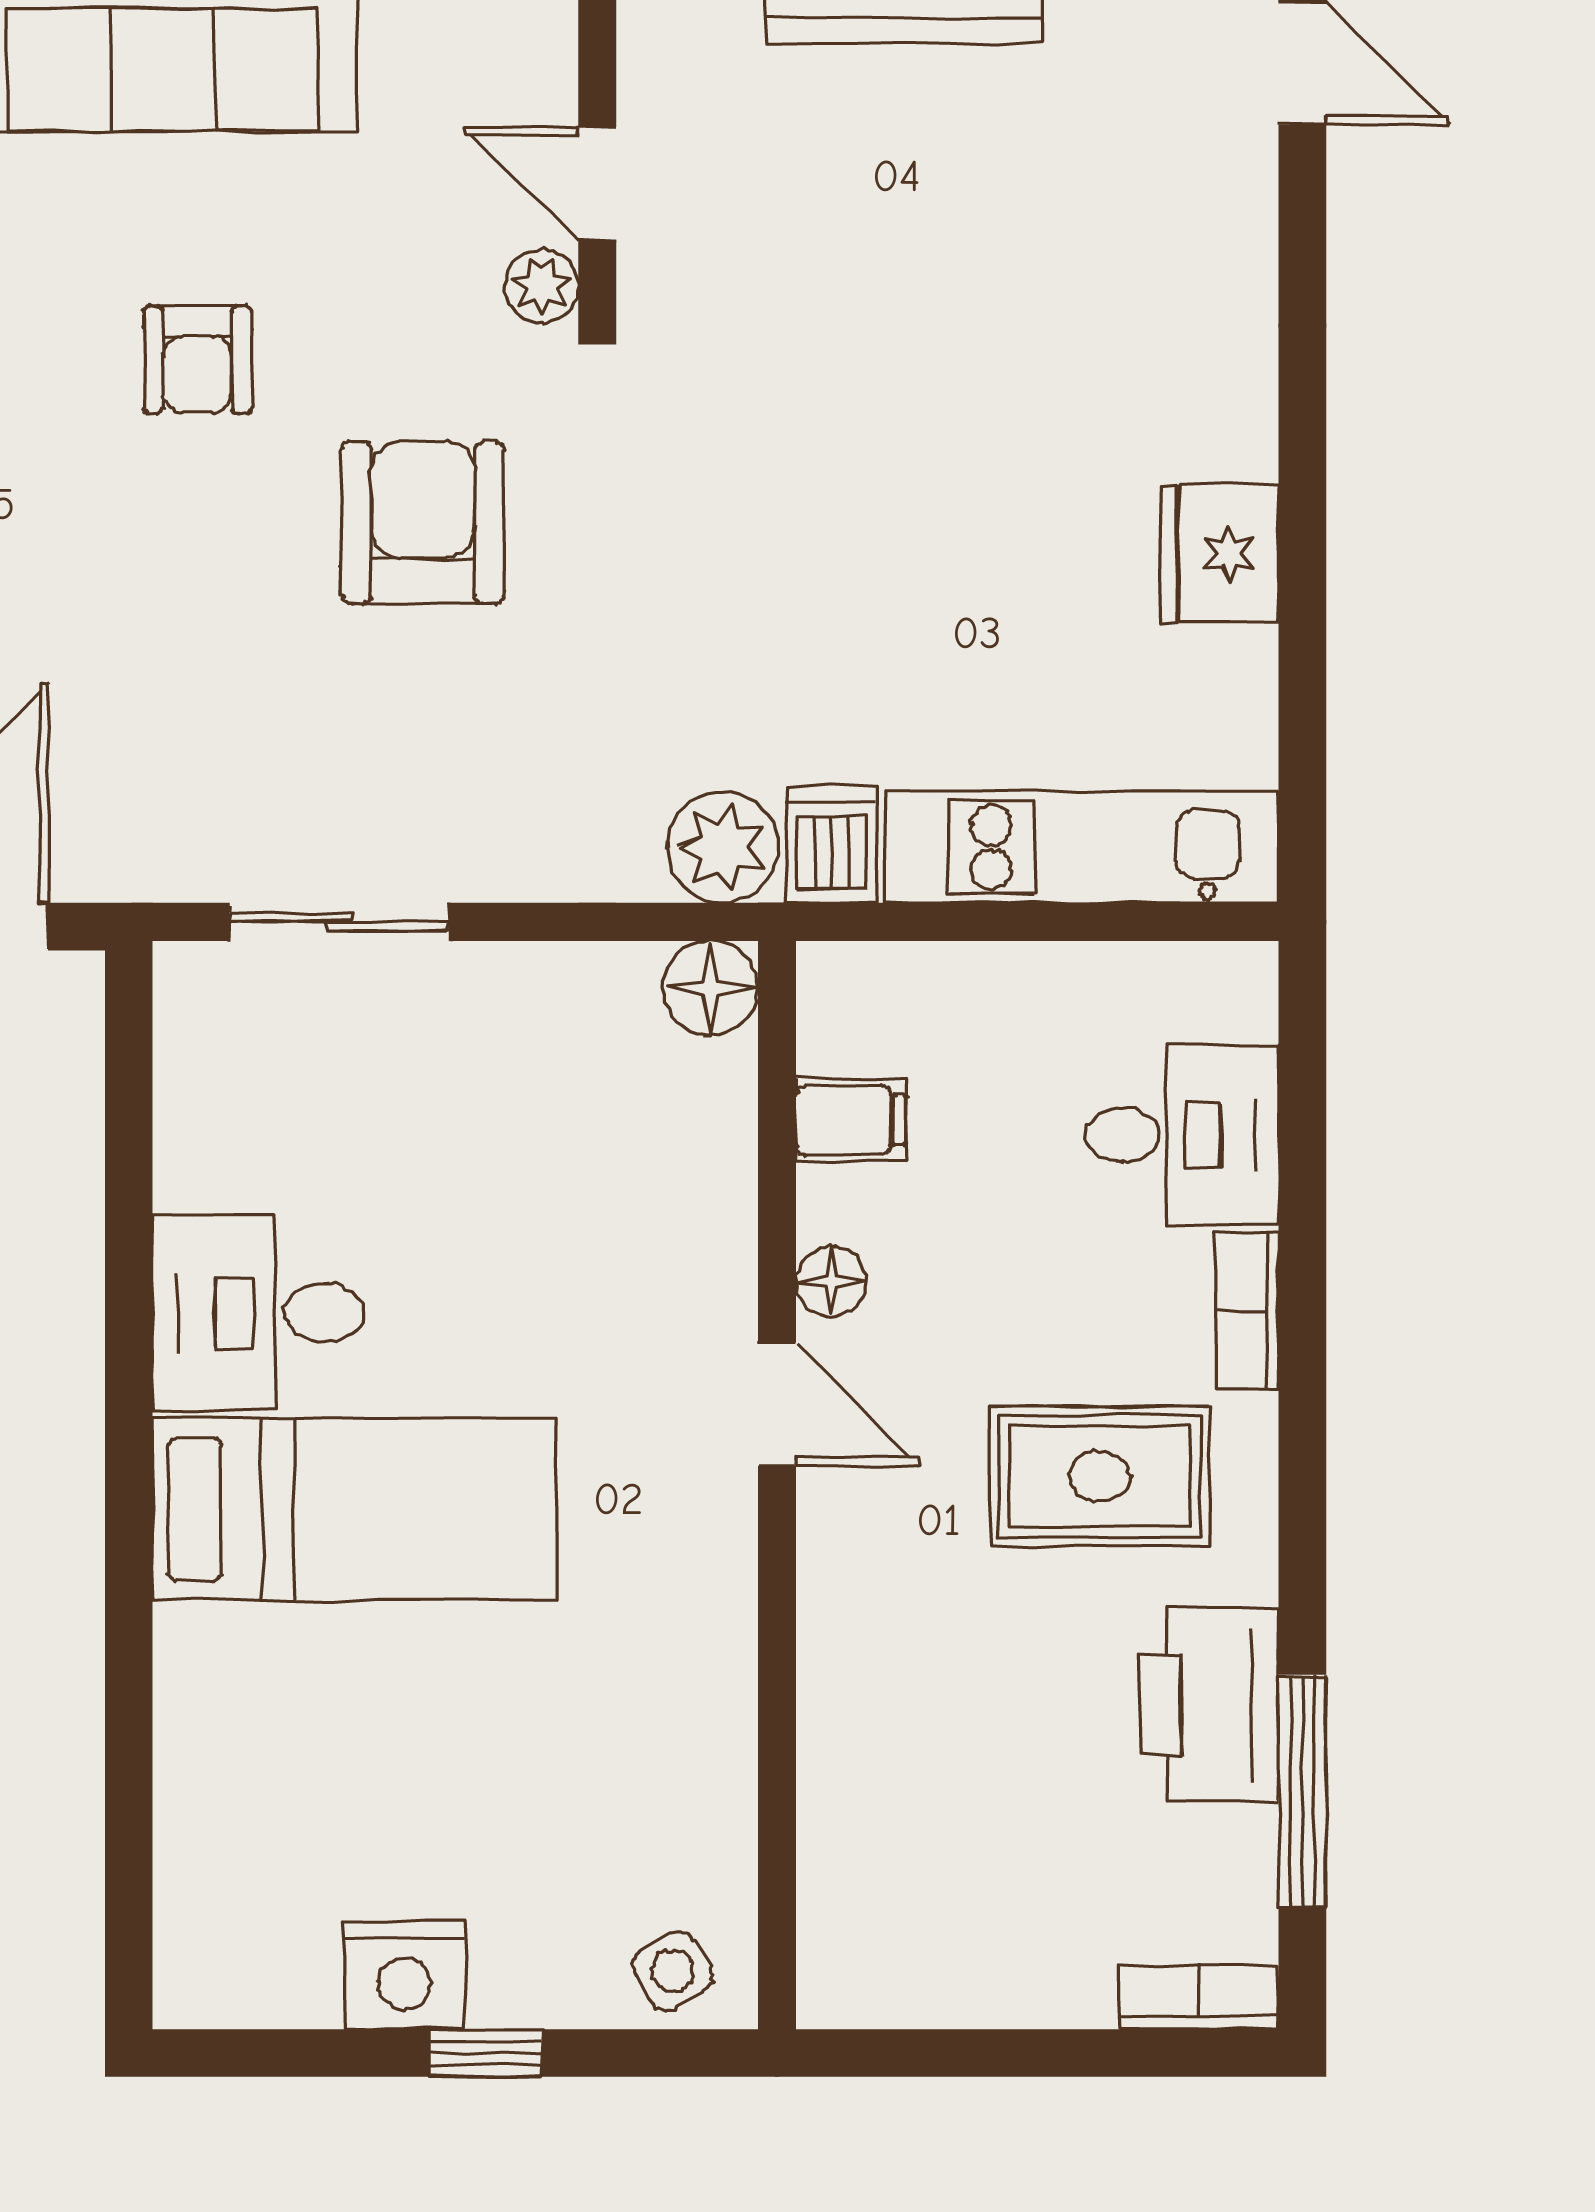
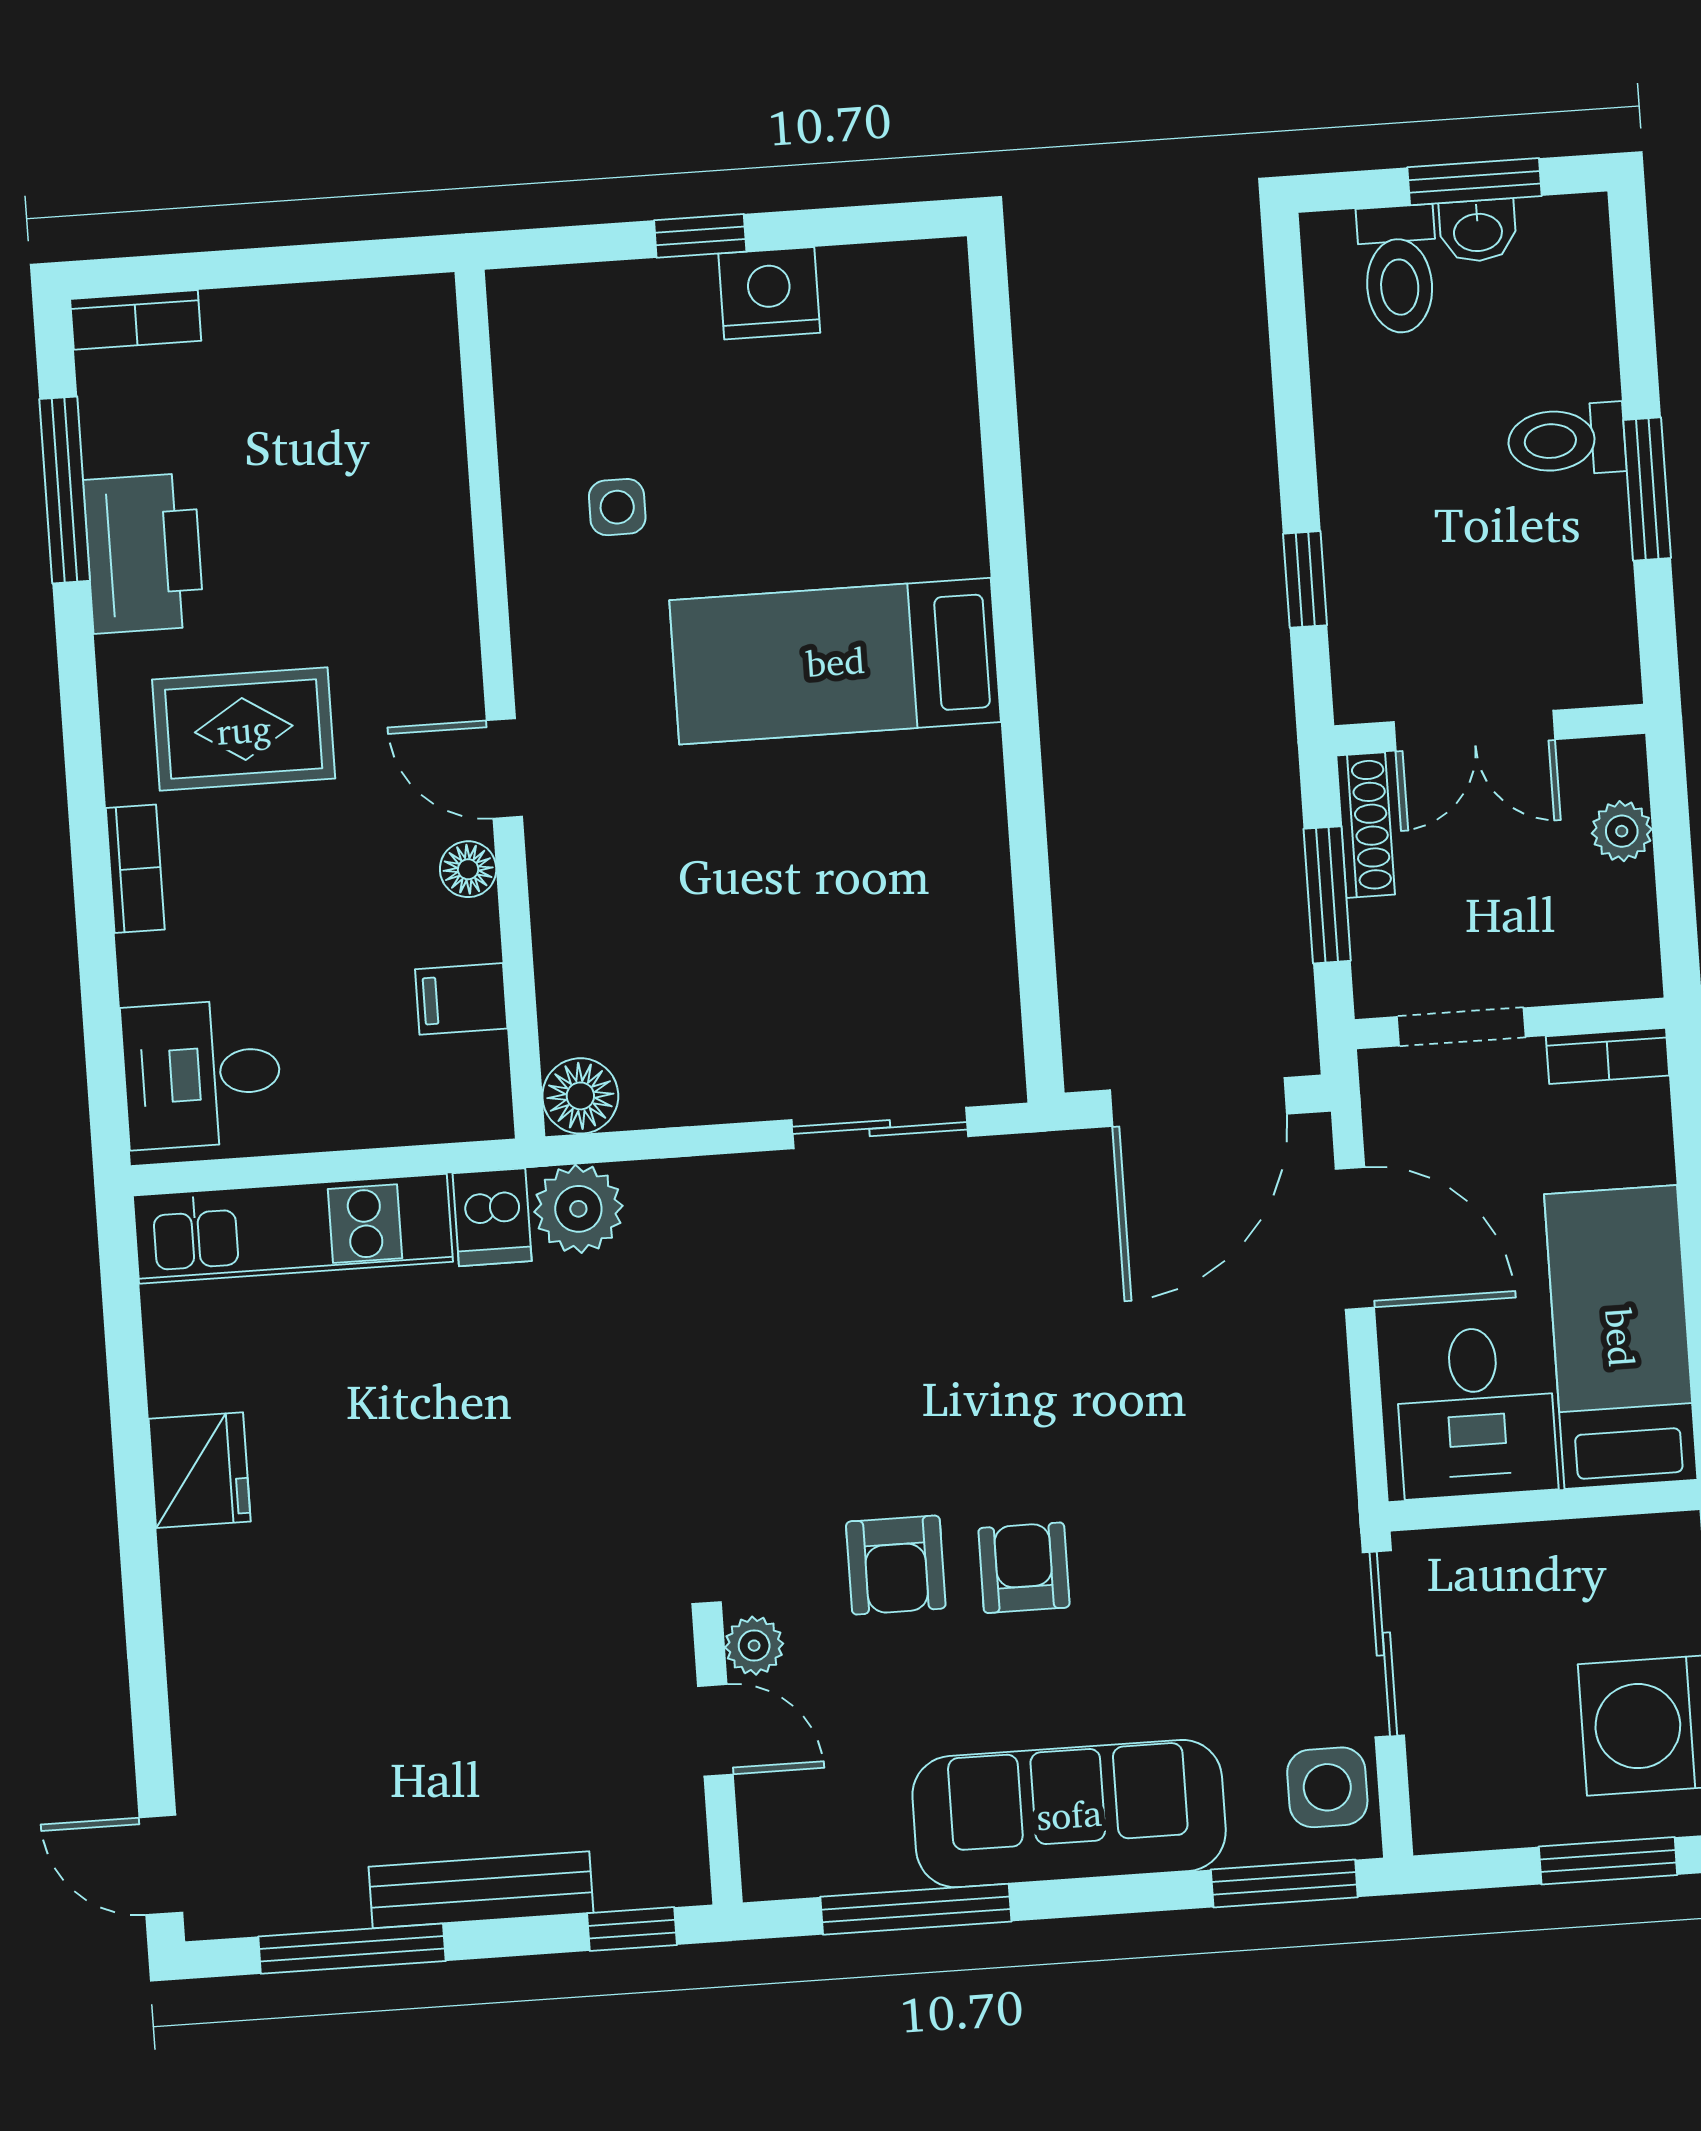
armchair: (423, 523) -> (896, 1565), moved, width x0.72, depth x0.72
desk: (1182, 1135) -> (202, 1074), moved
desk: (258, 1313) -> (922, 812), removed
side table: (672, 1971) -> (617, 507), moved, turned 30

